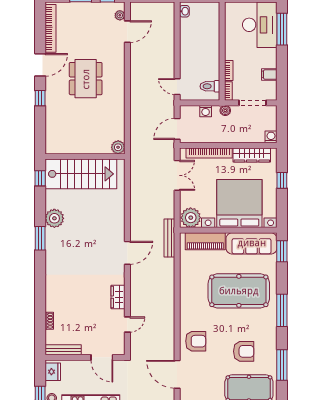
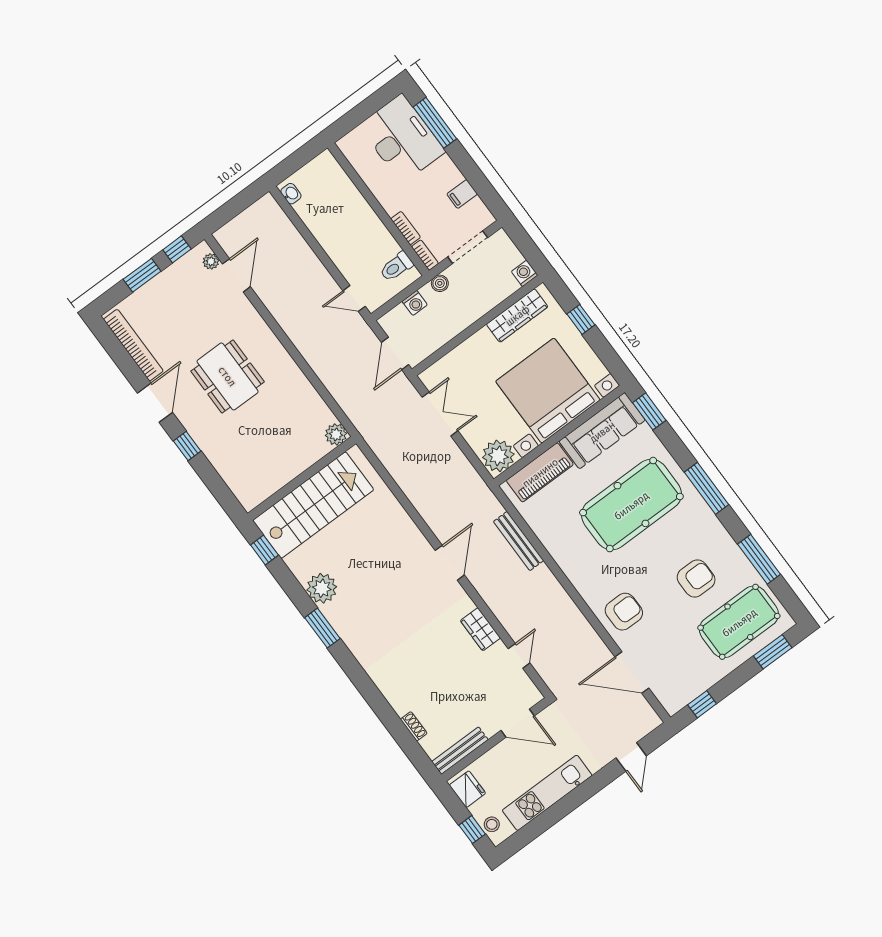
bookcase: (209, 153) -> (460, 354), removed
bench: (169, 238) -> (519, 541), moved

